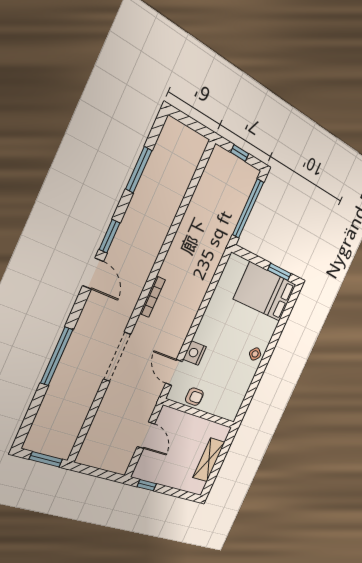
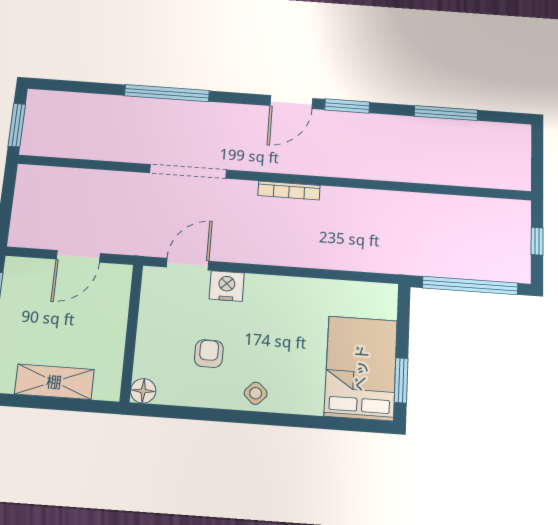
armchair: (194, 397) -> (209, 354), moved, turned 180
floor lamp: (231, 414) -> (143, 391), added

